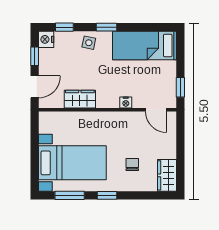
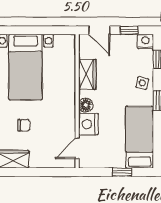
window: (180, 87) -> (122, 172), moved
floor lamp: (111, 101) -> (86, 105), added
nightstand: (126, 103) -> (88, 124), width x1.89, depth x1.79

